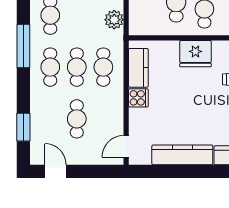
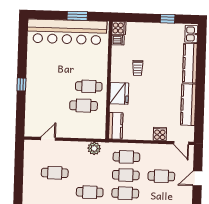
kitchen counter: (138, 68) -> (116, 126), moved, turned 90
cooker: (138, 98) -> (160, 134), moved
door: (55, 171) -> (197, 178), moved

